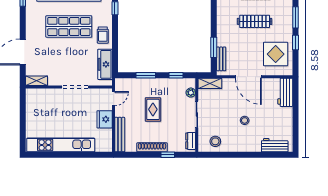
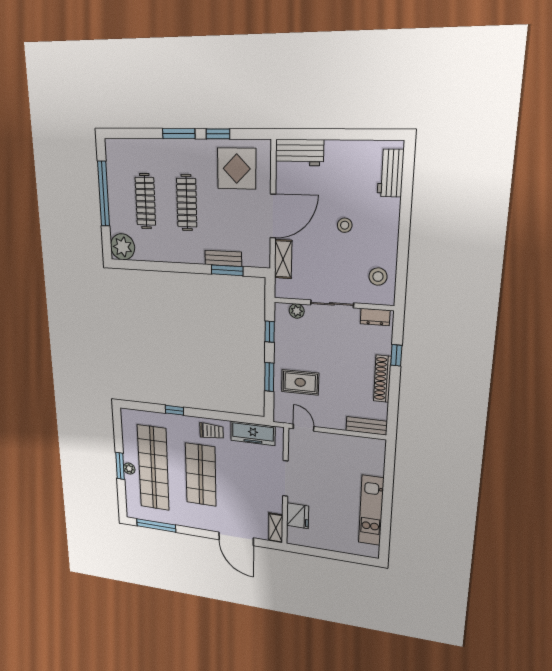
bench: (221, 59) -> (223, 258), moved
shelving: (210, 83) -> (283, 259), moved
rug: (153, 109) -> (300, 382), moved
fridge: (105, 119) -> (298, 516), moved, turned -90
bench: (120, 135) -> (367, 426), width x0.73
kitchen unit: (61, 145) -> (371, 510), width x0.73

